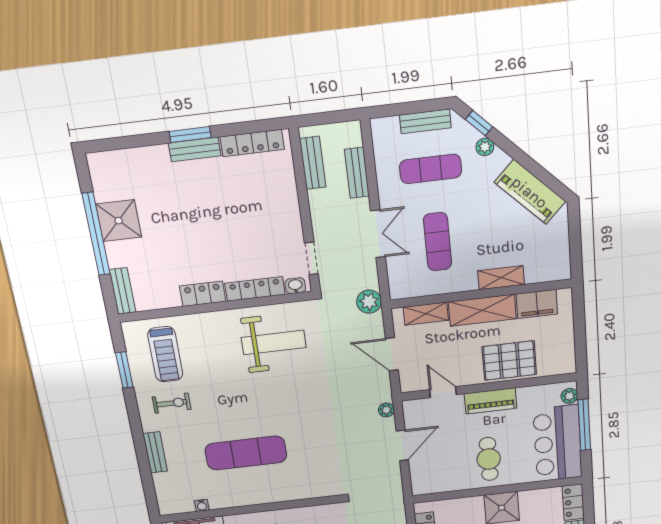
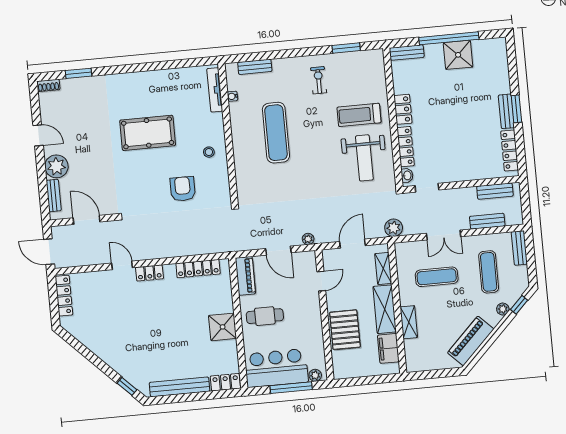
bench: (425, 121) -> (519, 248), moved
treadmill: (165, 354) -> (359, 115), moved
piano: (490, 401) -> (245, 276), moved, turned 180
exercise bike: (172, 403) -> (319, 80), turned 180
bench: (155, 452) -> (255, 67), moved

